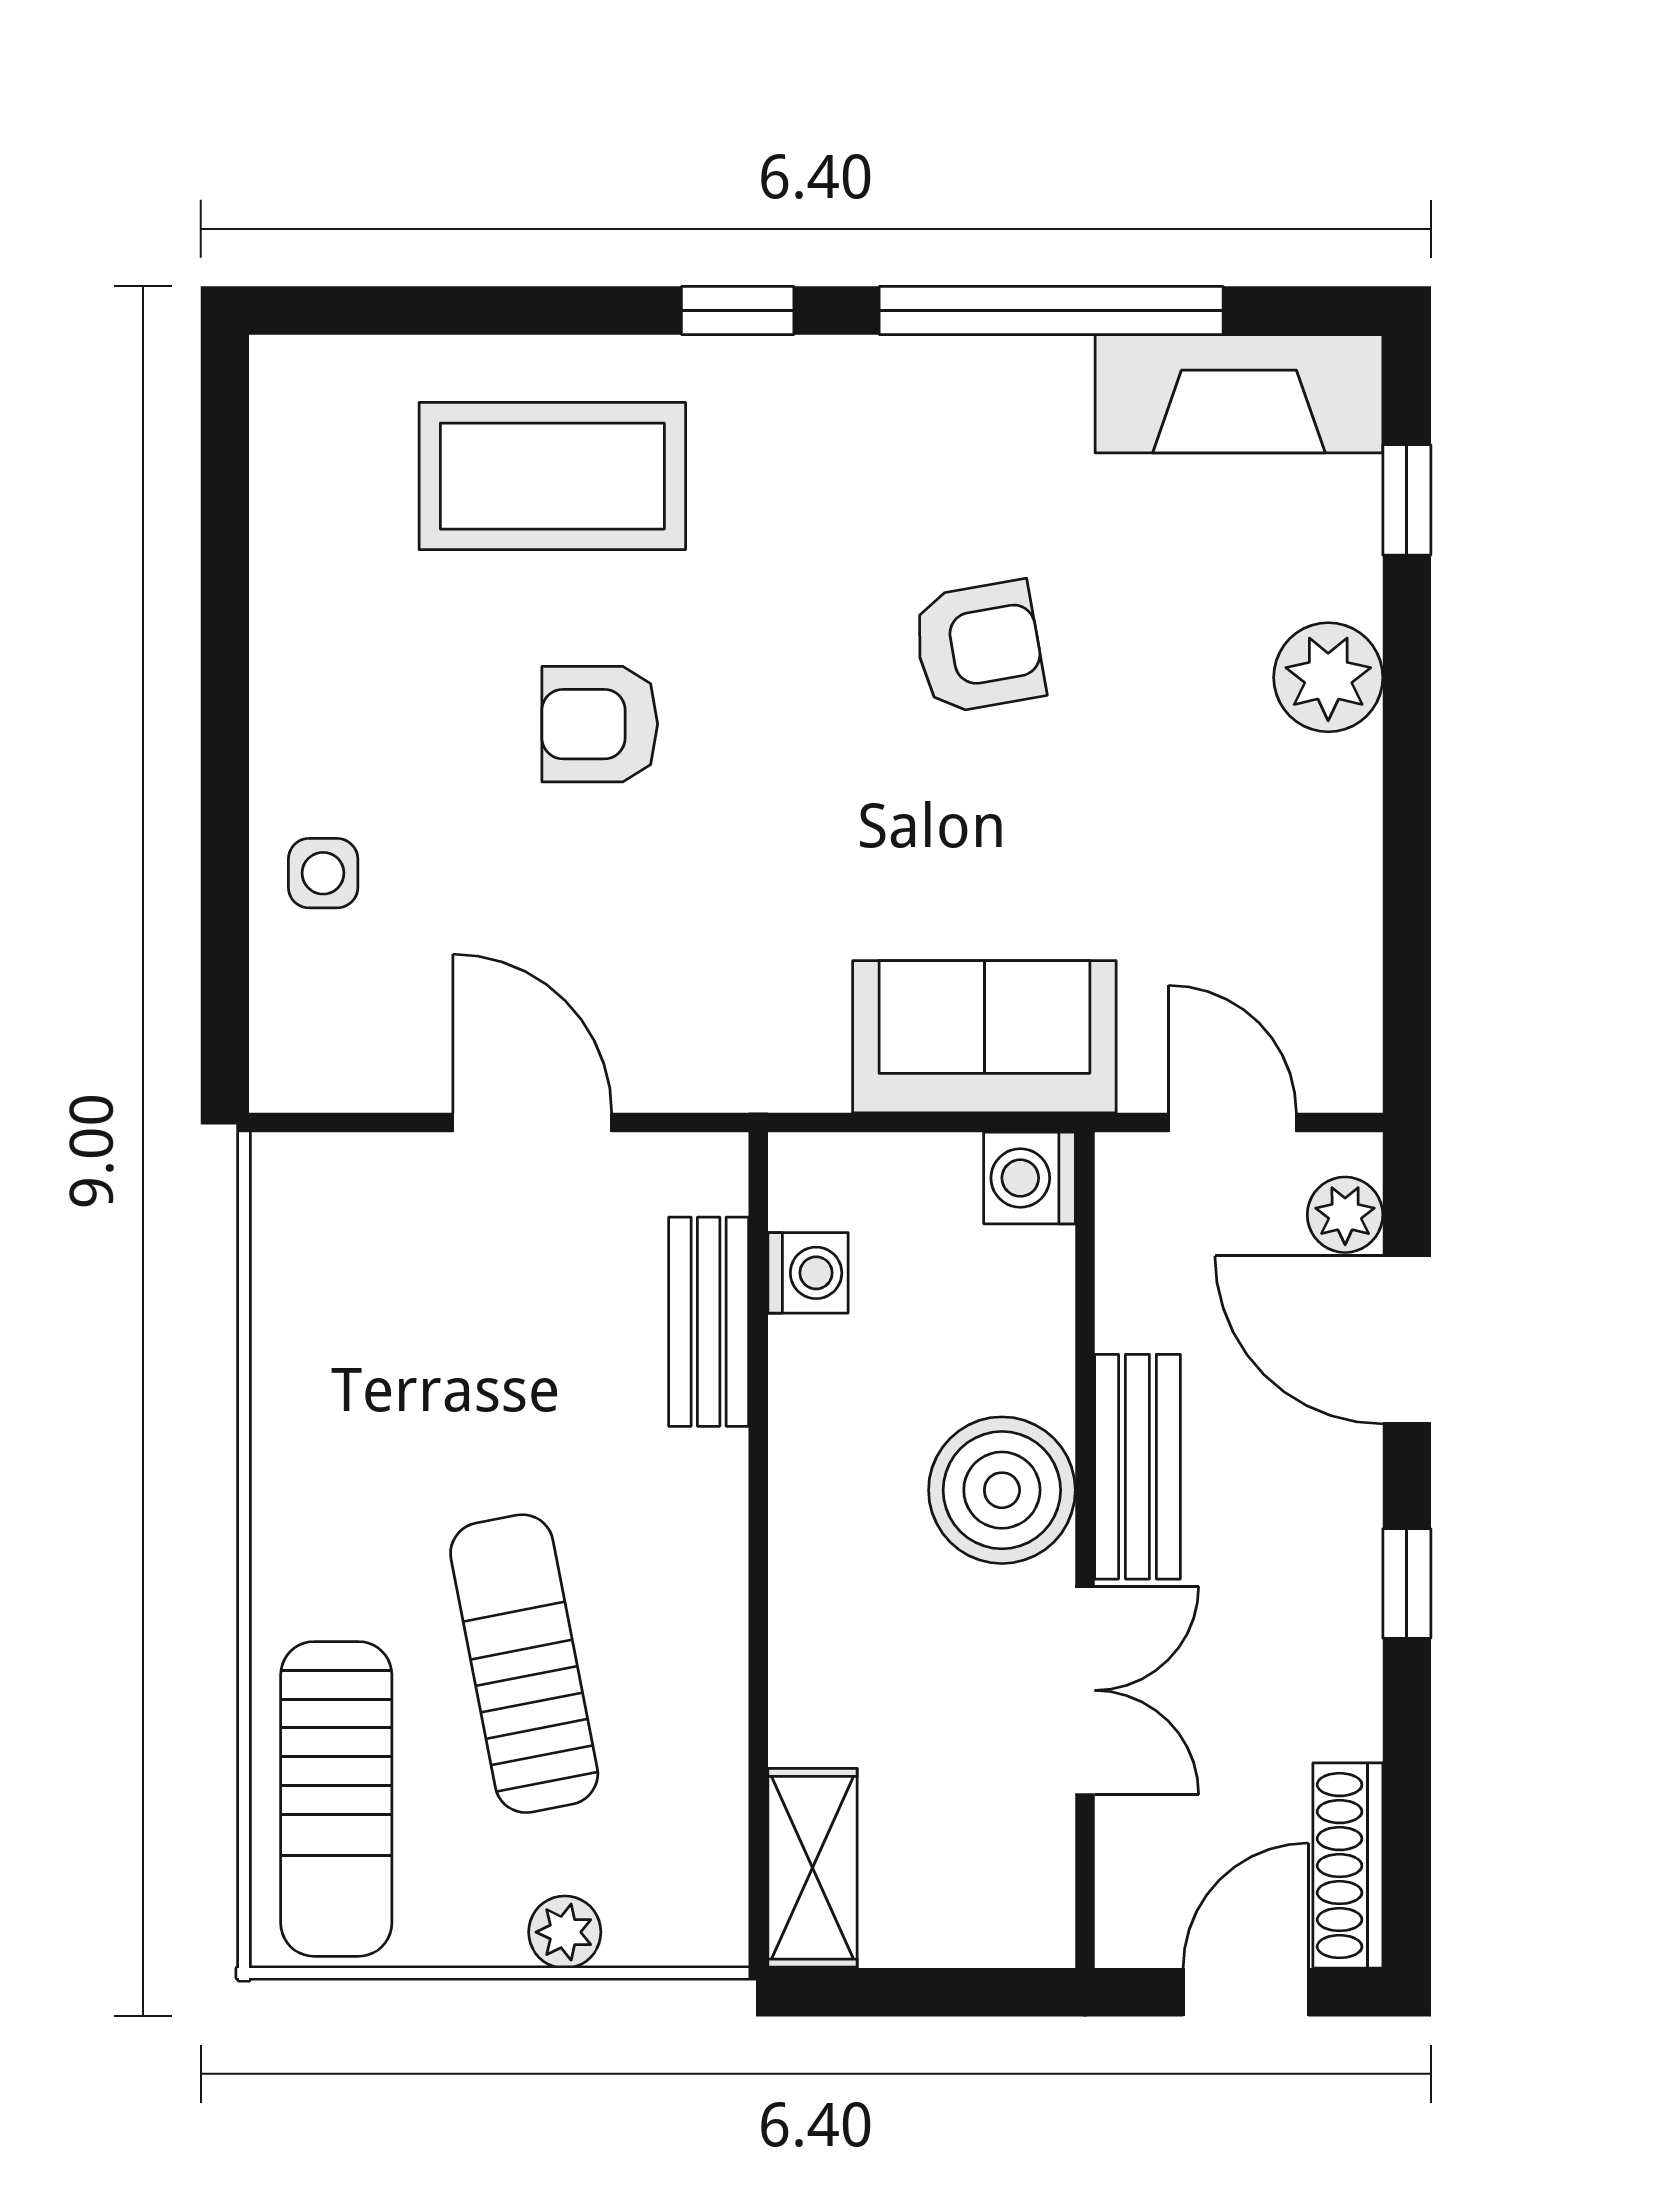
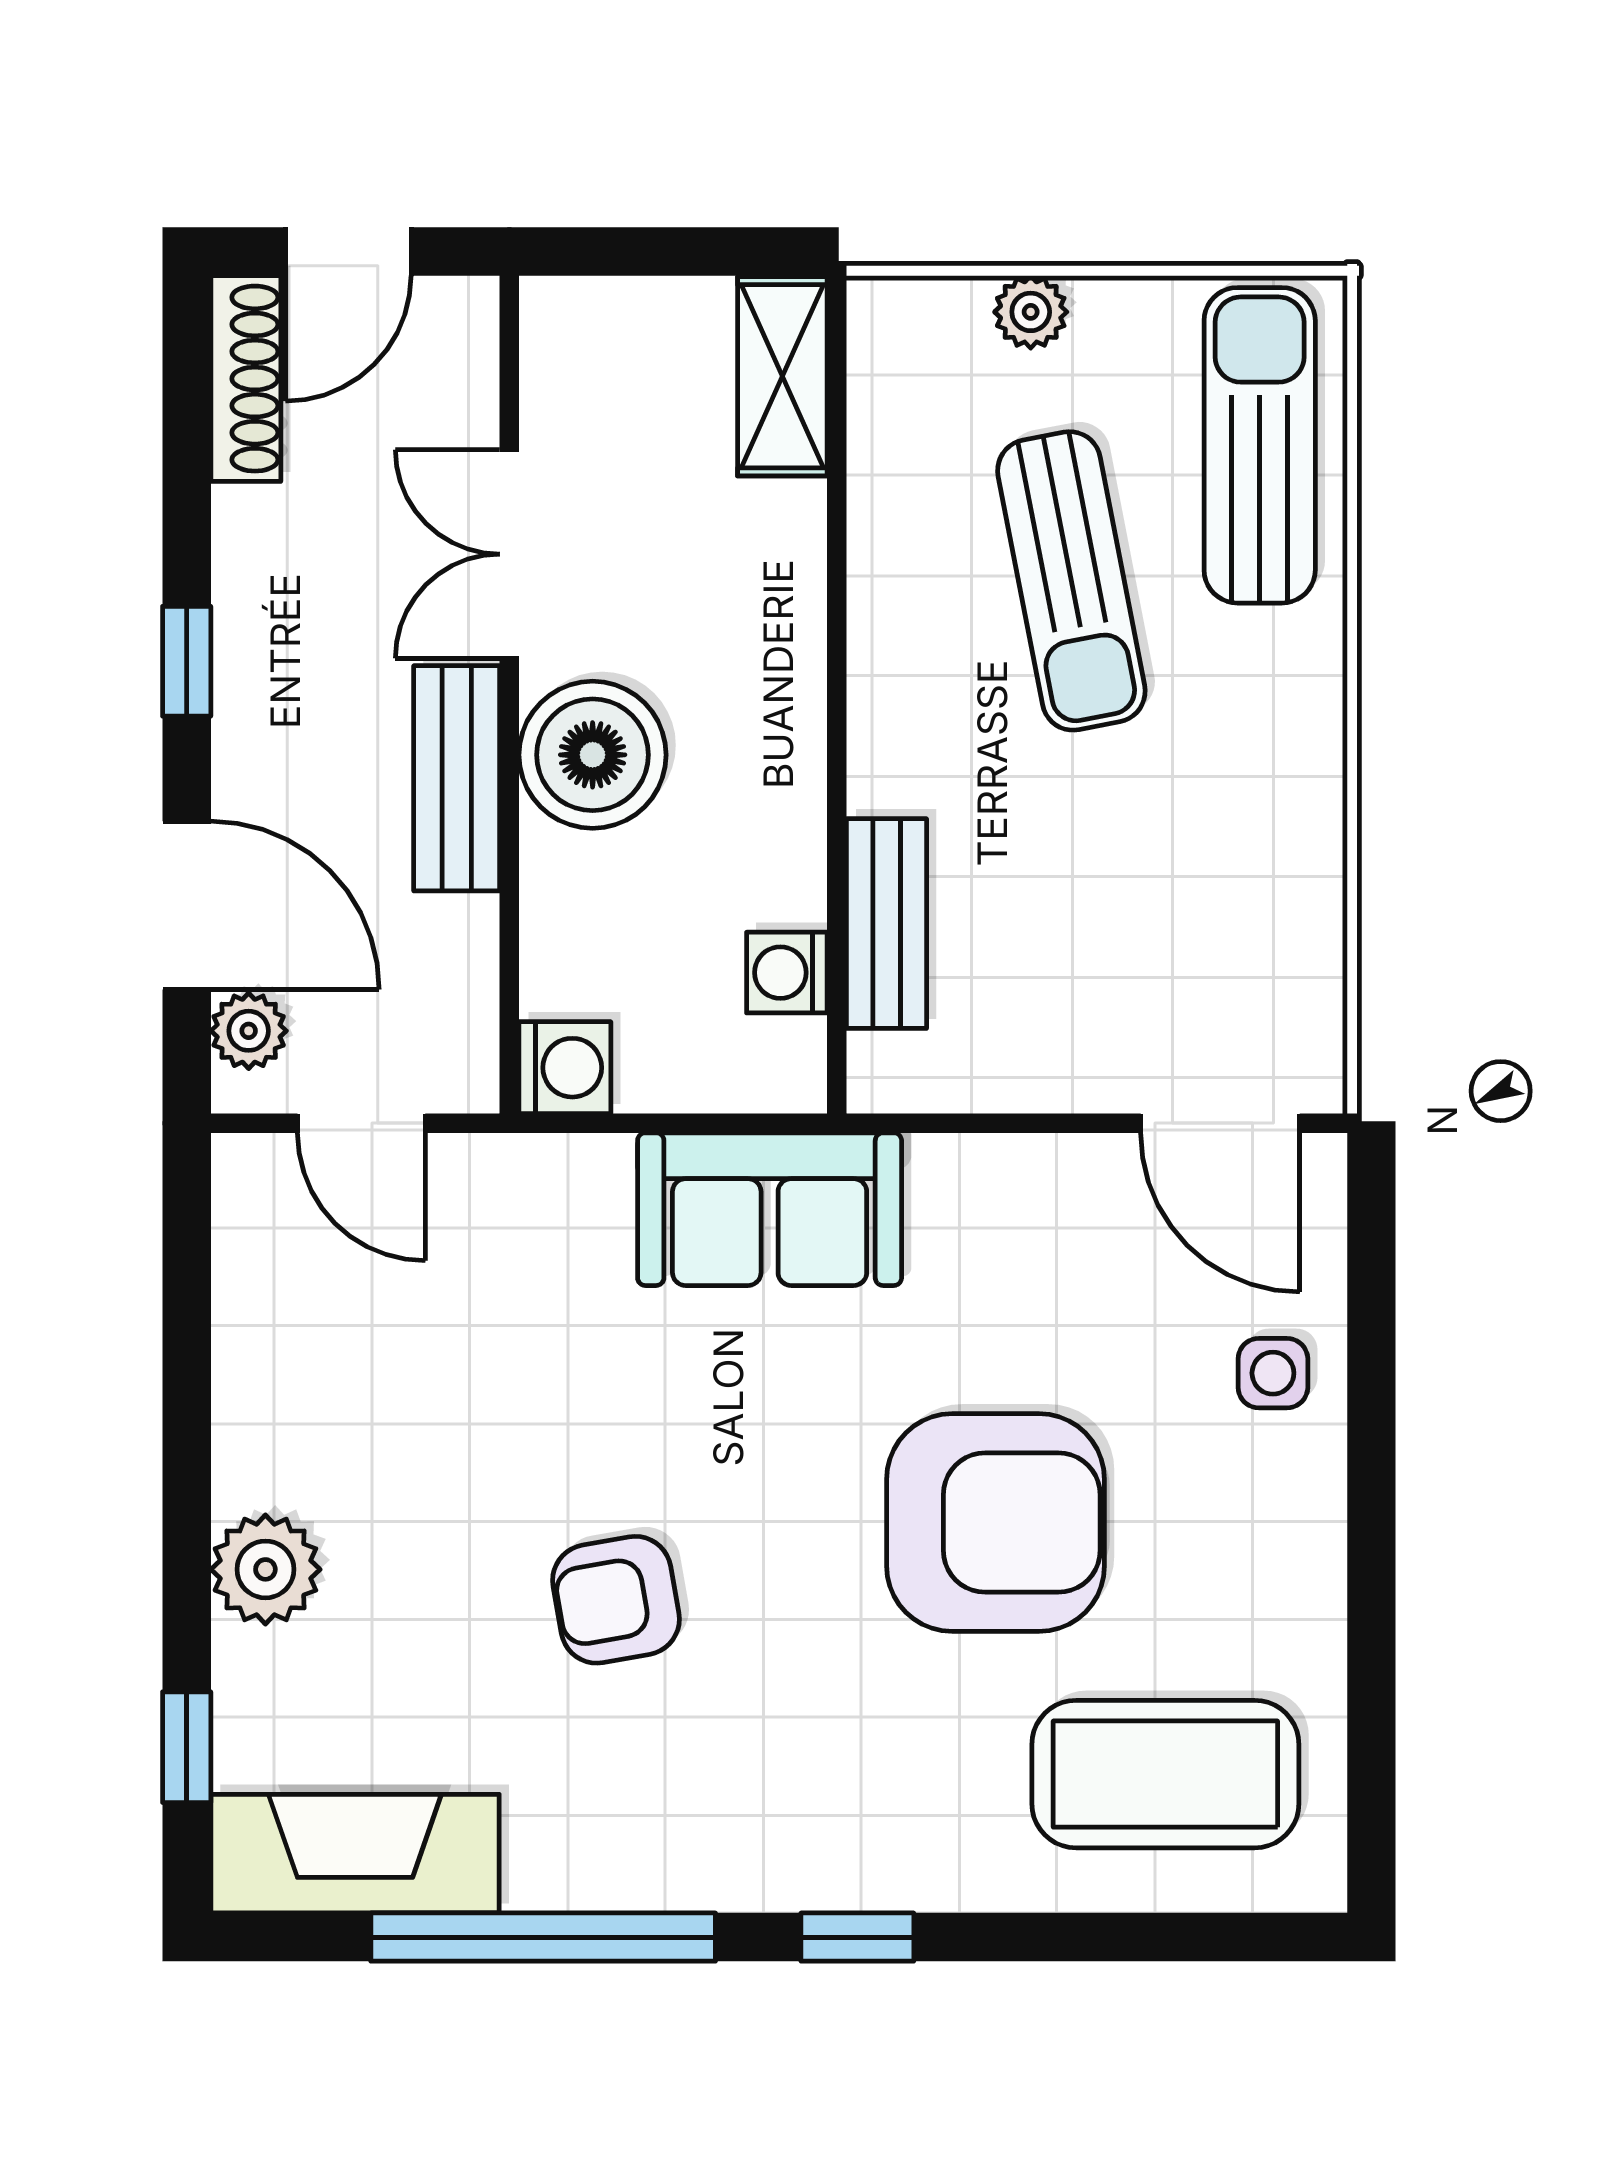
coffee table: (552, 476) -> (1165, 1774), moved
armchair: (600, 724) -> (996, 1523), width x1.88, depth x1.88
sofa: (984, 1037) -> (770, 1209), moved
door: (532, 1123) -> (1220, 1123), moved

